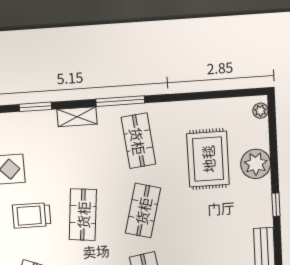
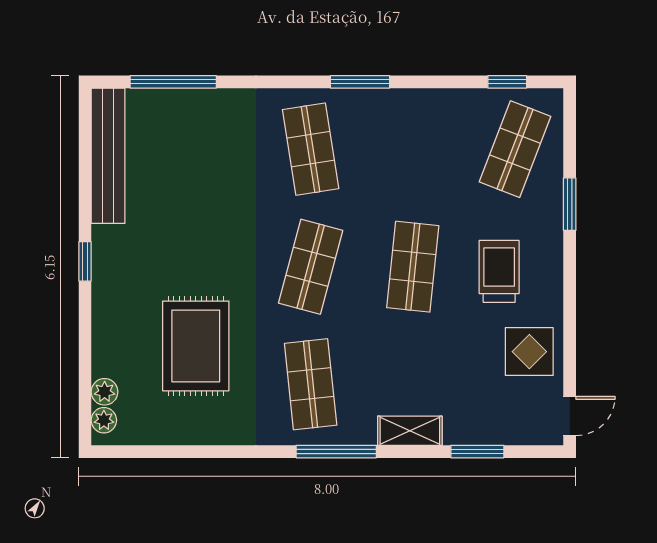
plant: (256, 164) -> (105, 392), moved, width x0.53, depth x0.53
trolley: (32, 215) -> (499, 271), turned -90

